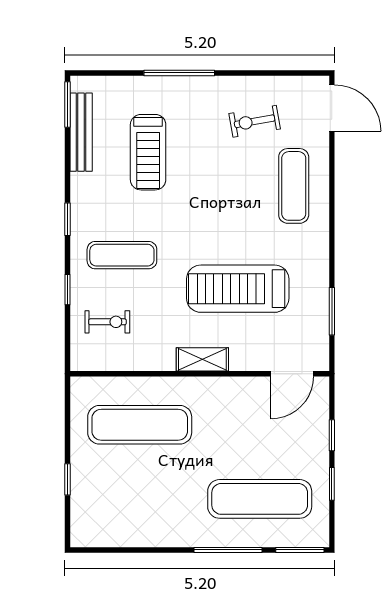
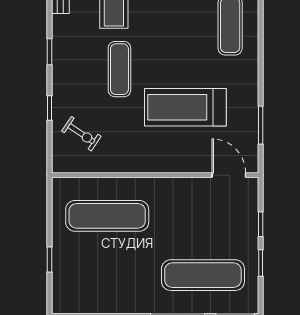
exercise mat: (122, 255) -> (119, 69), moved, turned 90
exercise bike: (107, 322) -> (81, 134), turned 34
shelving: (202, 359) -> (157, 164), removed
door: (292, 374) -> (229, 175), swing flipped

